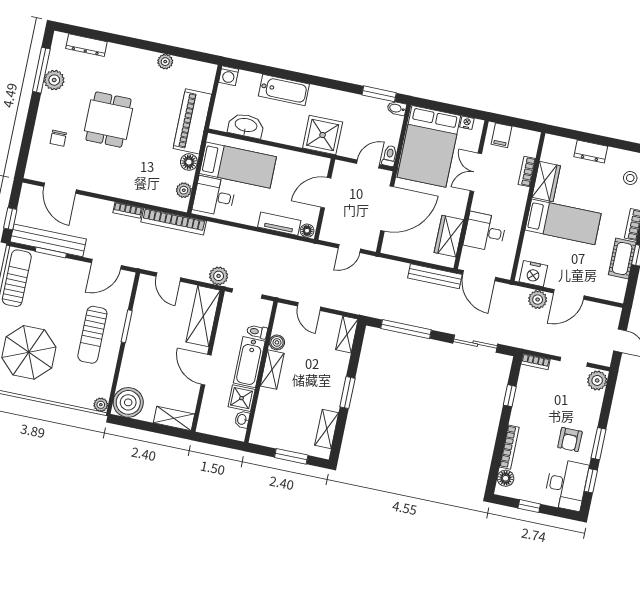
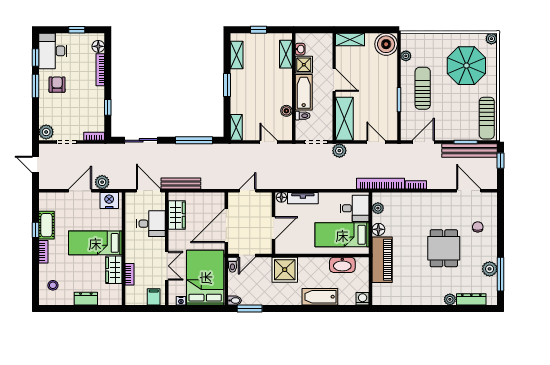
plant: (165, 62) -> (450, 299), moved
shelving: (272, 370) -> (286, 54), moved
plant: (101, 405) -> (406, 56), moved
window: (291, 456) -> (259, 30), width x0.67

